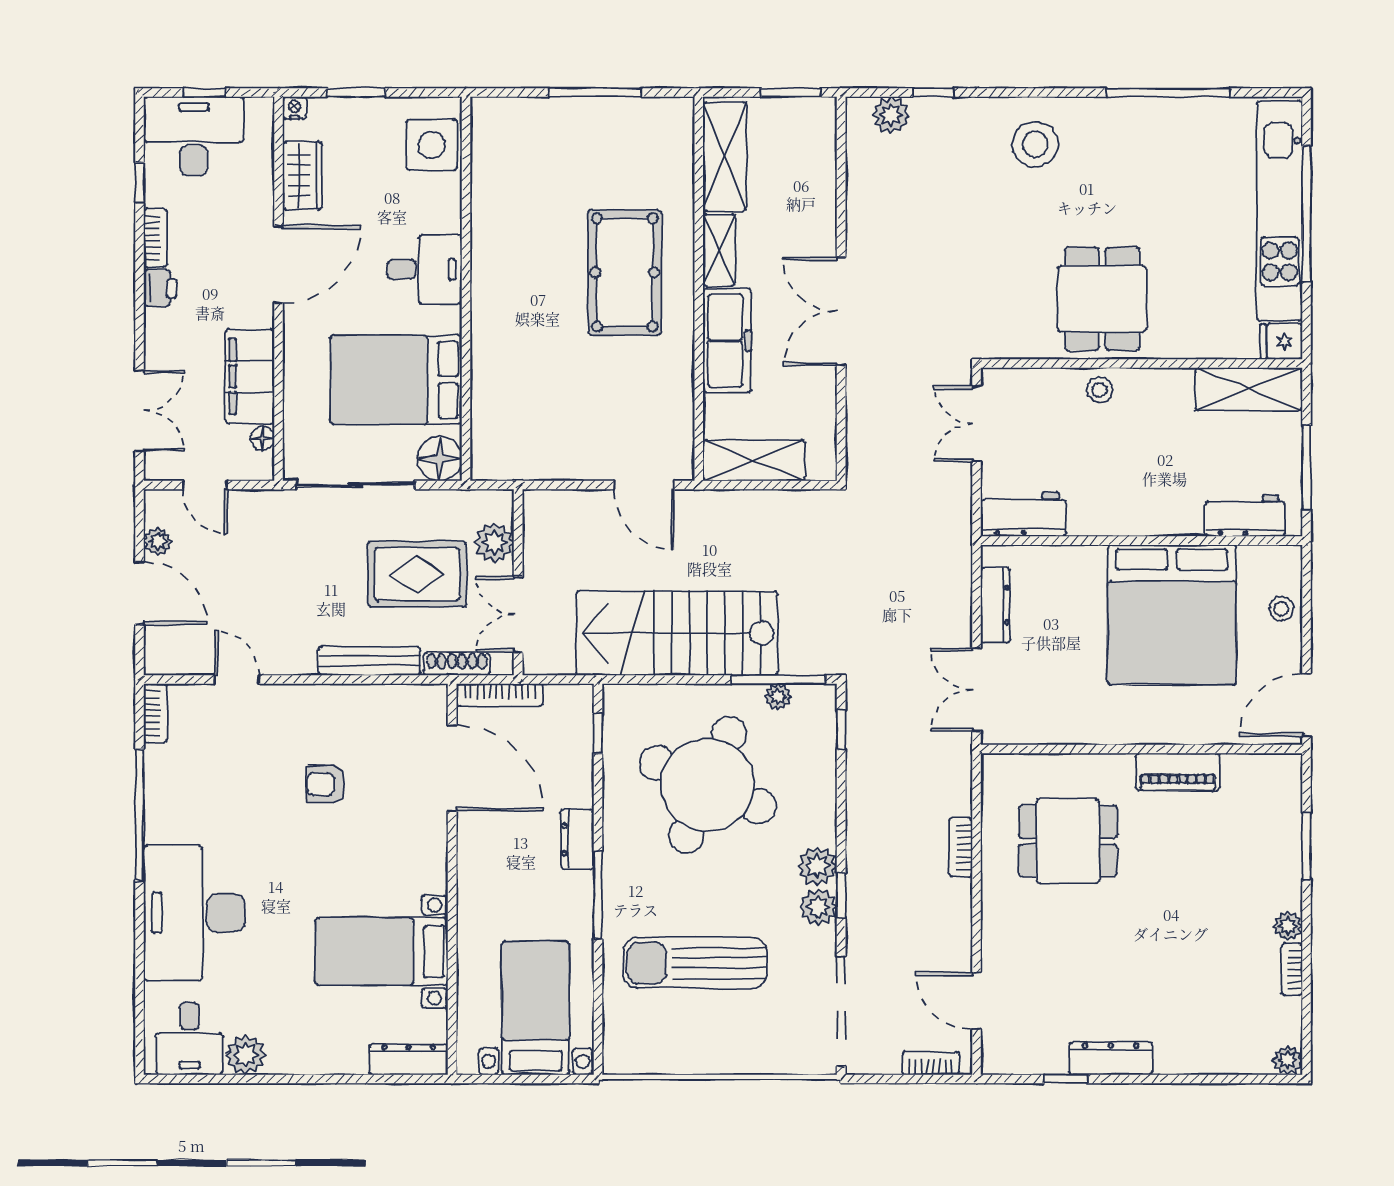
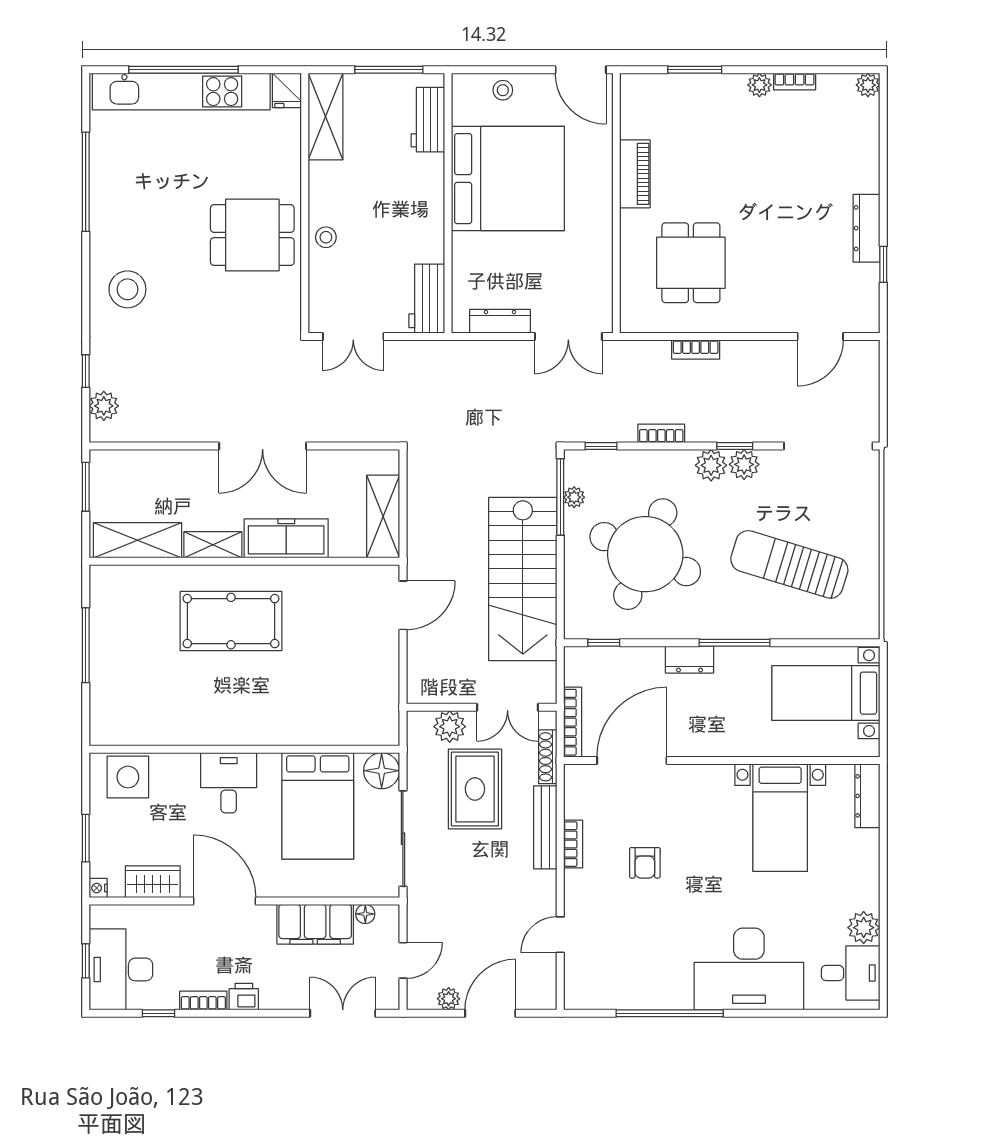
bookcase: (156, 713) -> (573, 844), moved, turned 90
sun lounger: (695, 963) -> (789, 564), turned 107
bookcase: (930, 1063) -> (661, 433), moved, turned 90

